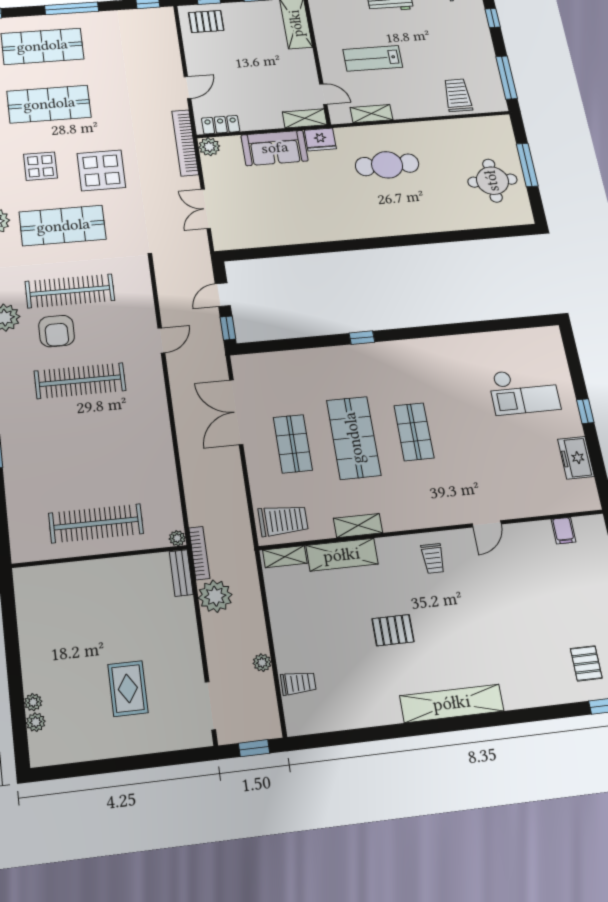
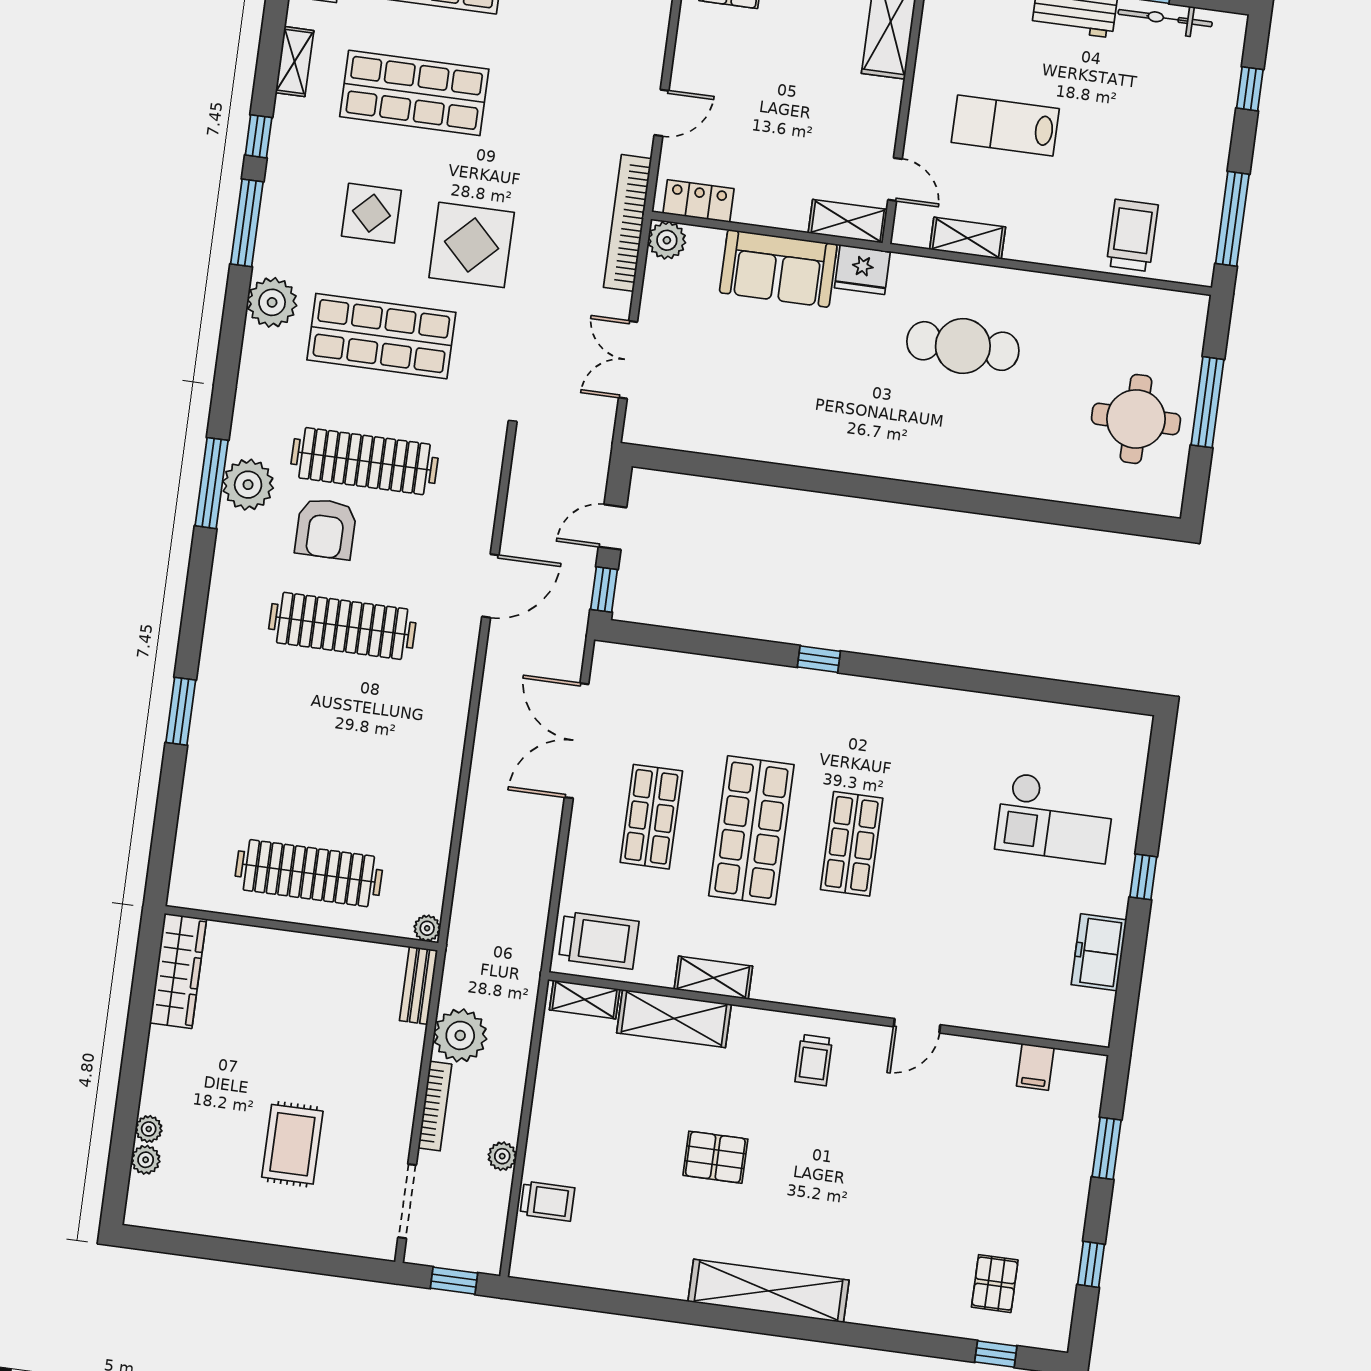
door: (161, 340) -> (490, 586), width x1.38
bookcase: (199, 553) -> (435, 1106), moved
wardrobe: (29, 600) -> (178, 971), added

